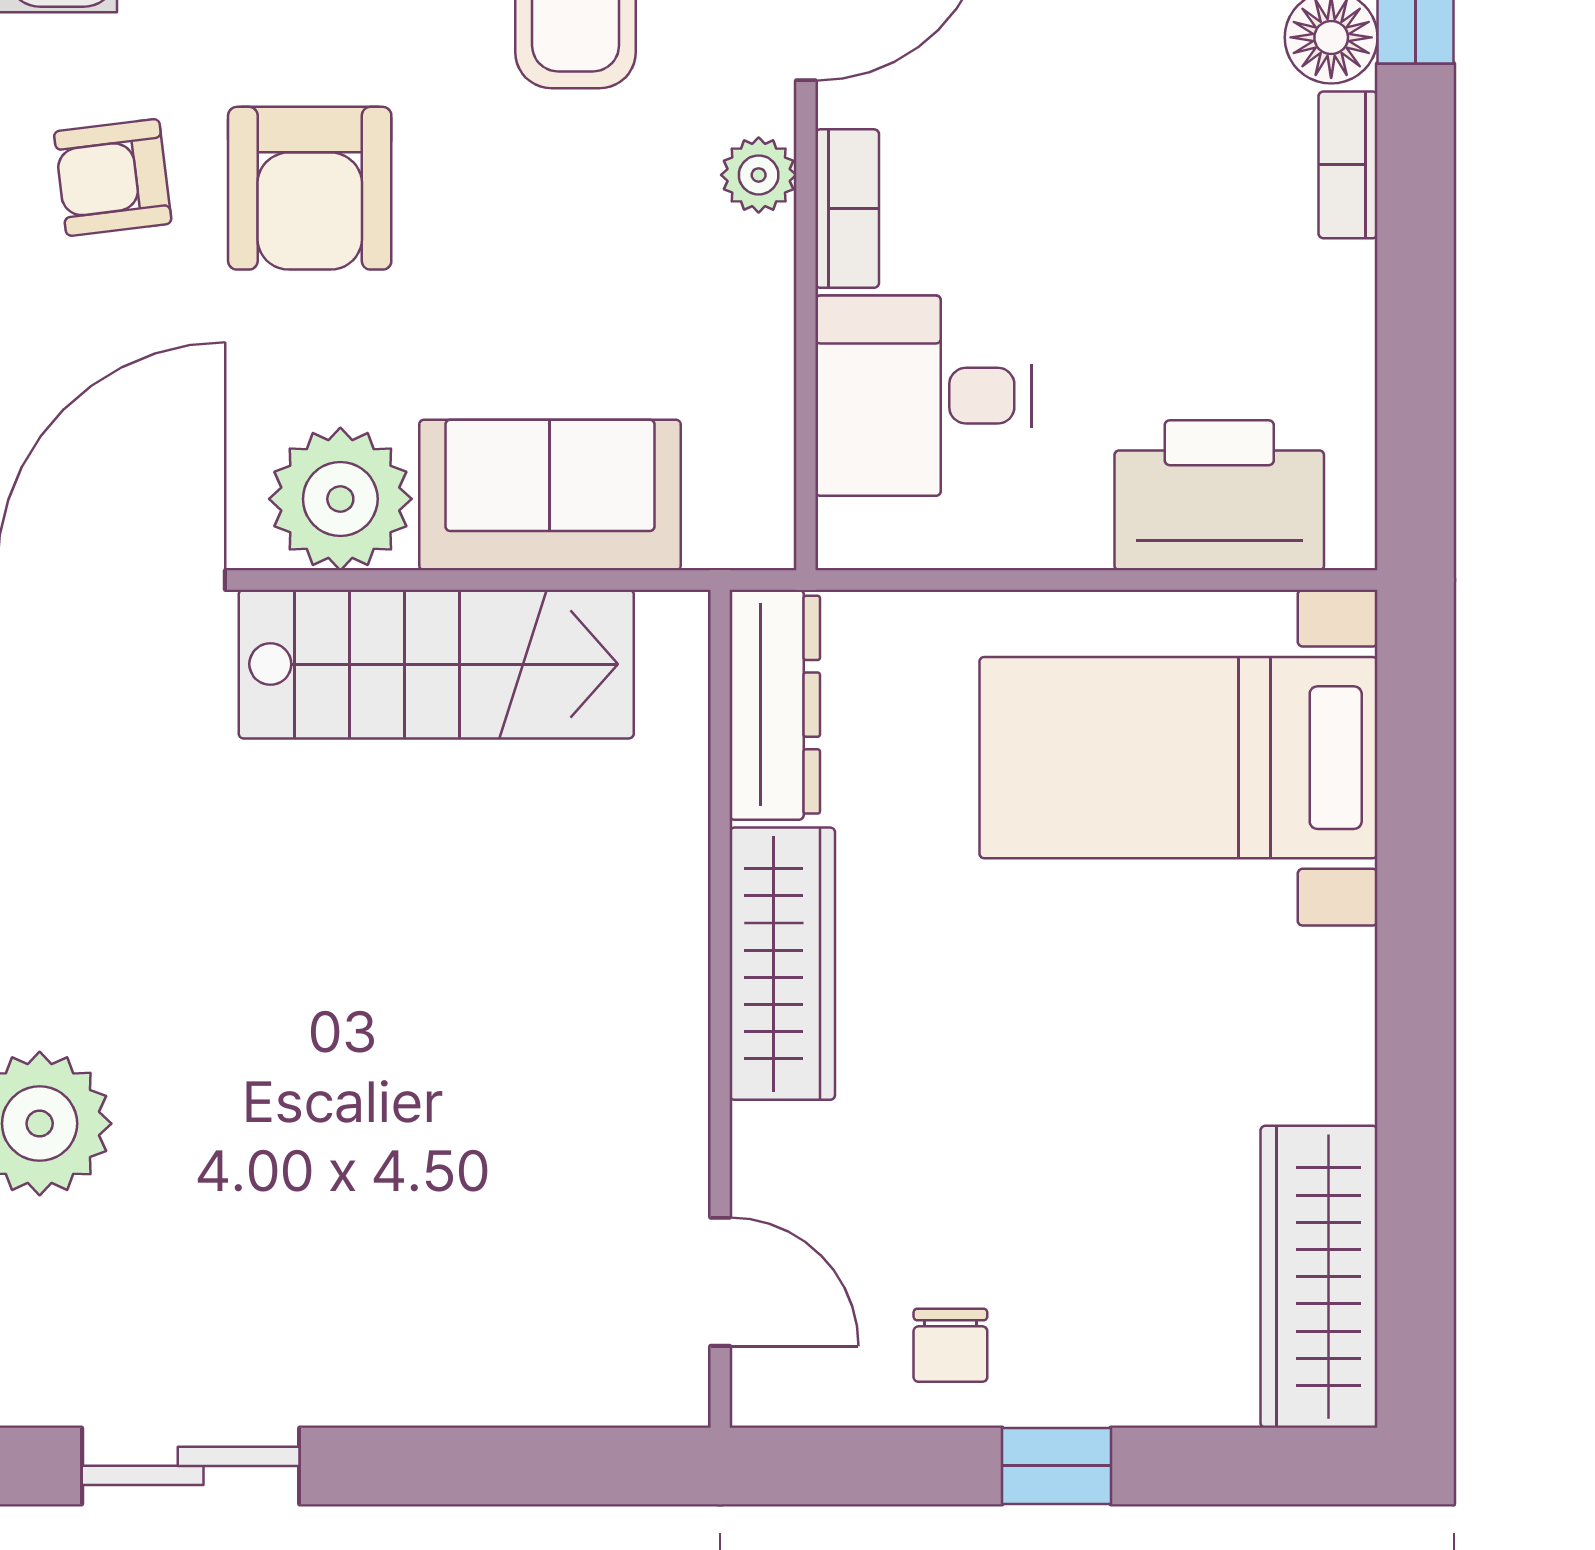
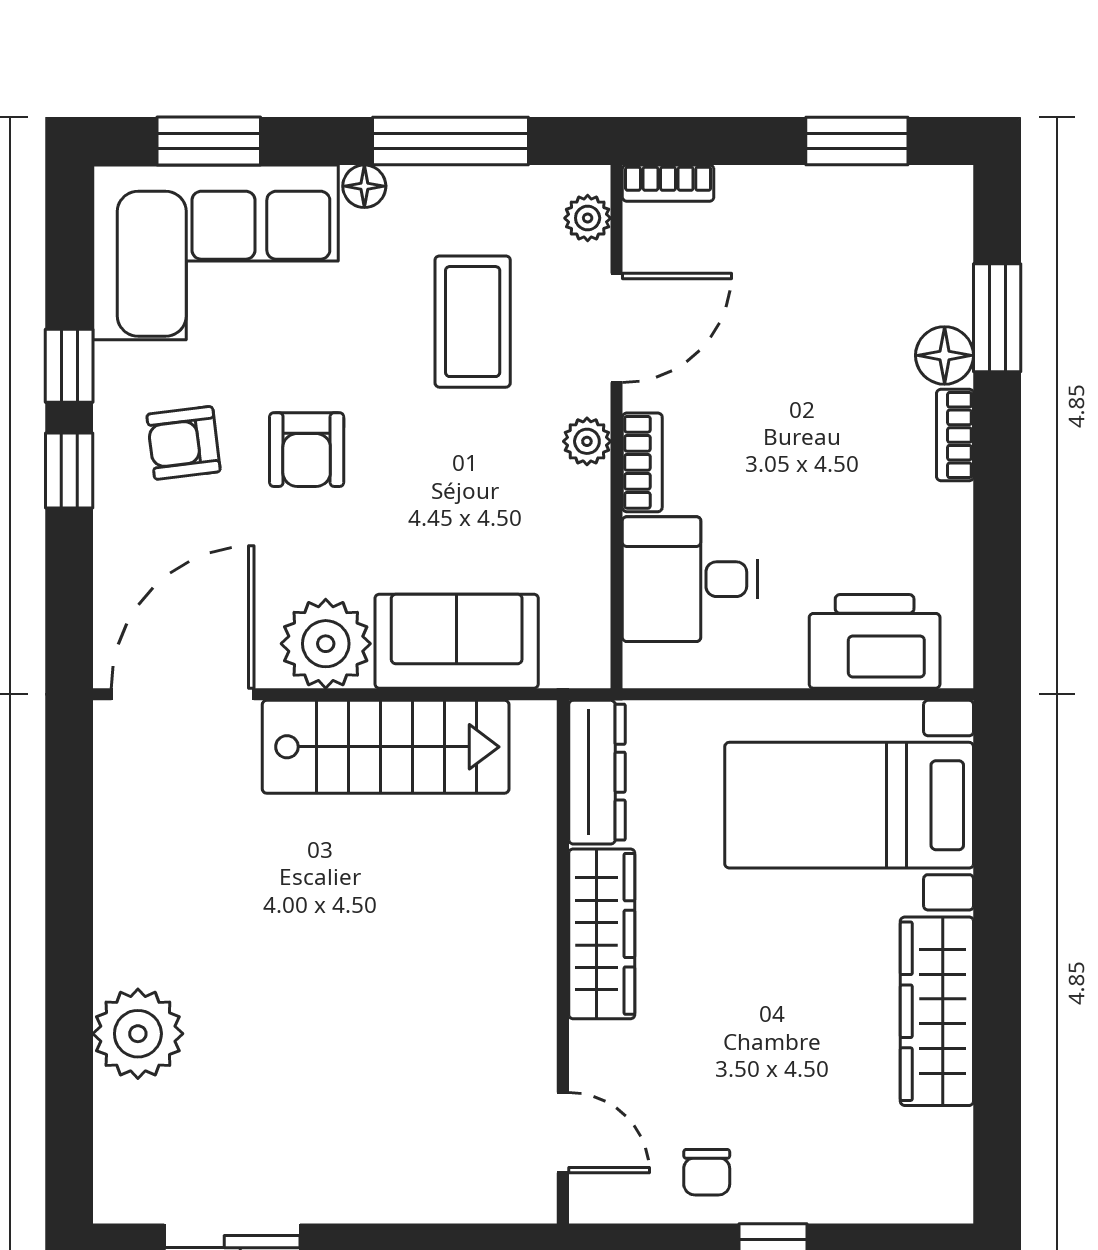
armchair: (310, 188) -> (307, 450), width x0.72, depth x0.72
wardrobe: (1319, 1277) -> (937, 1011), moved

